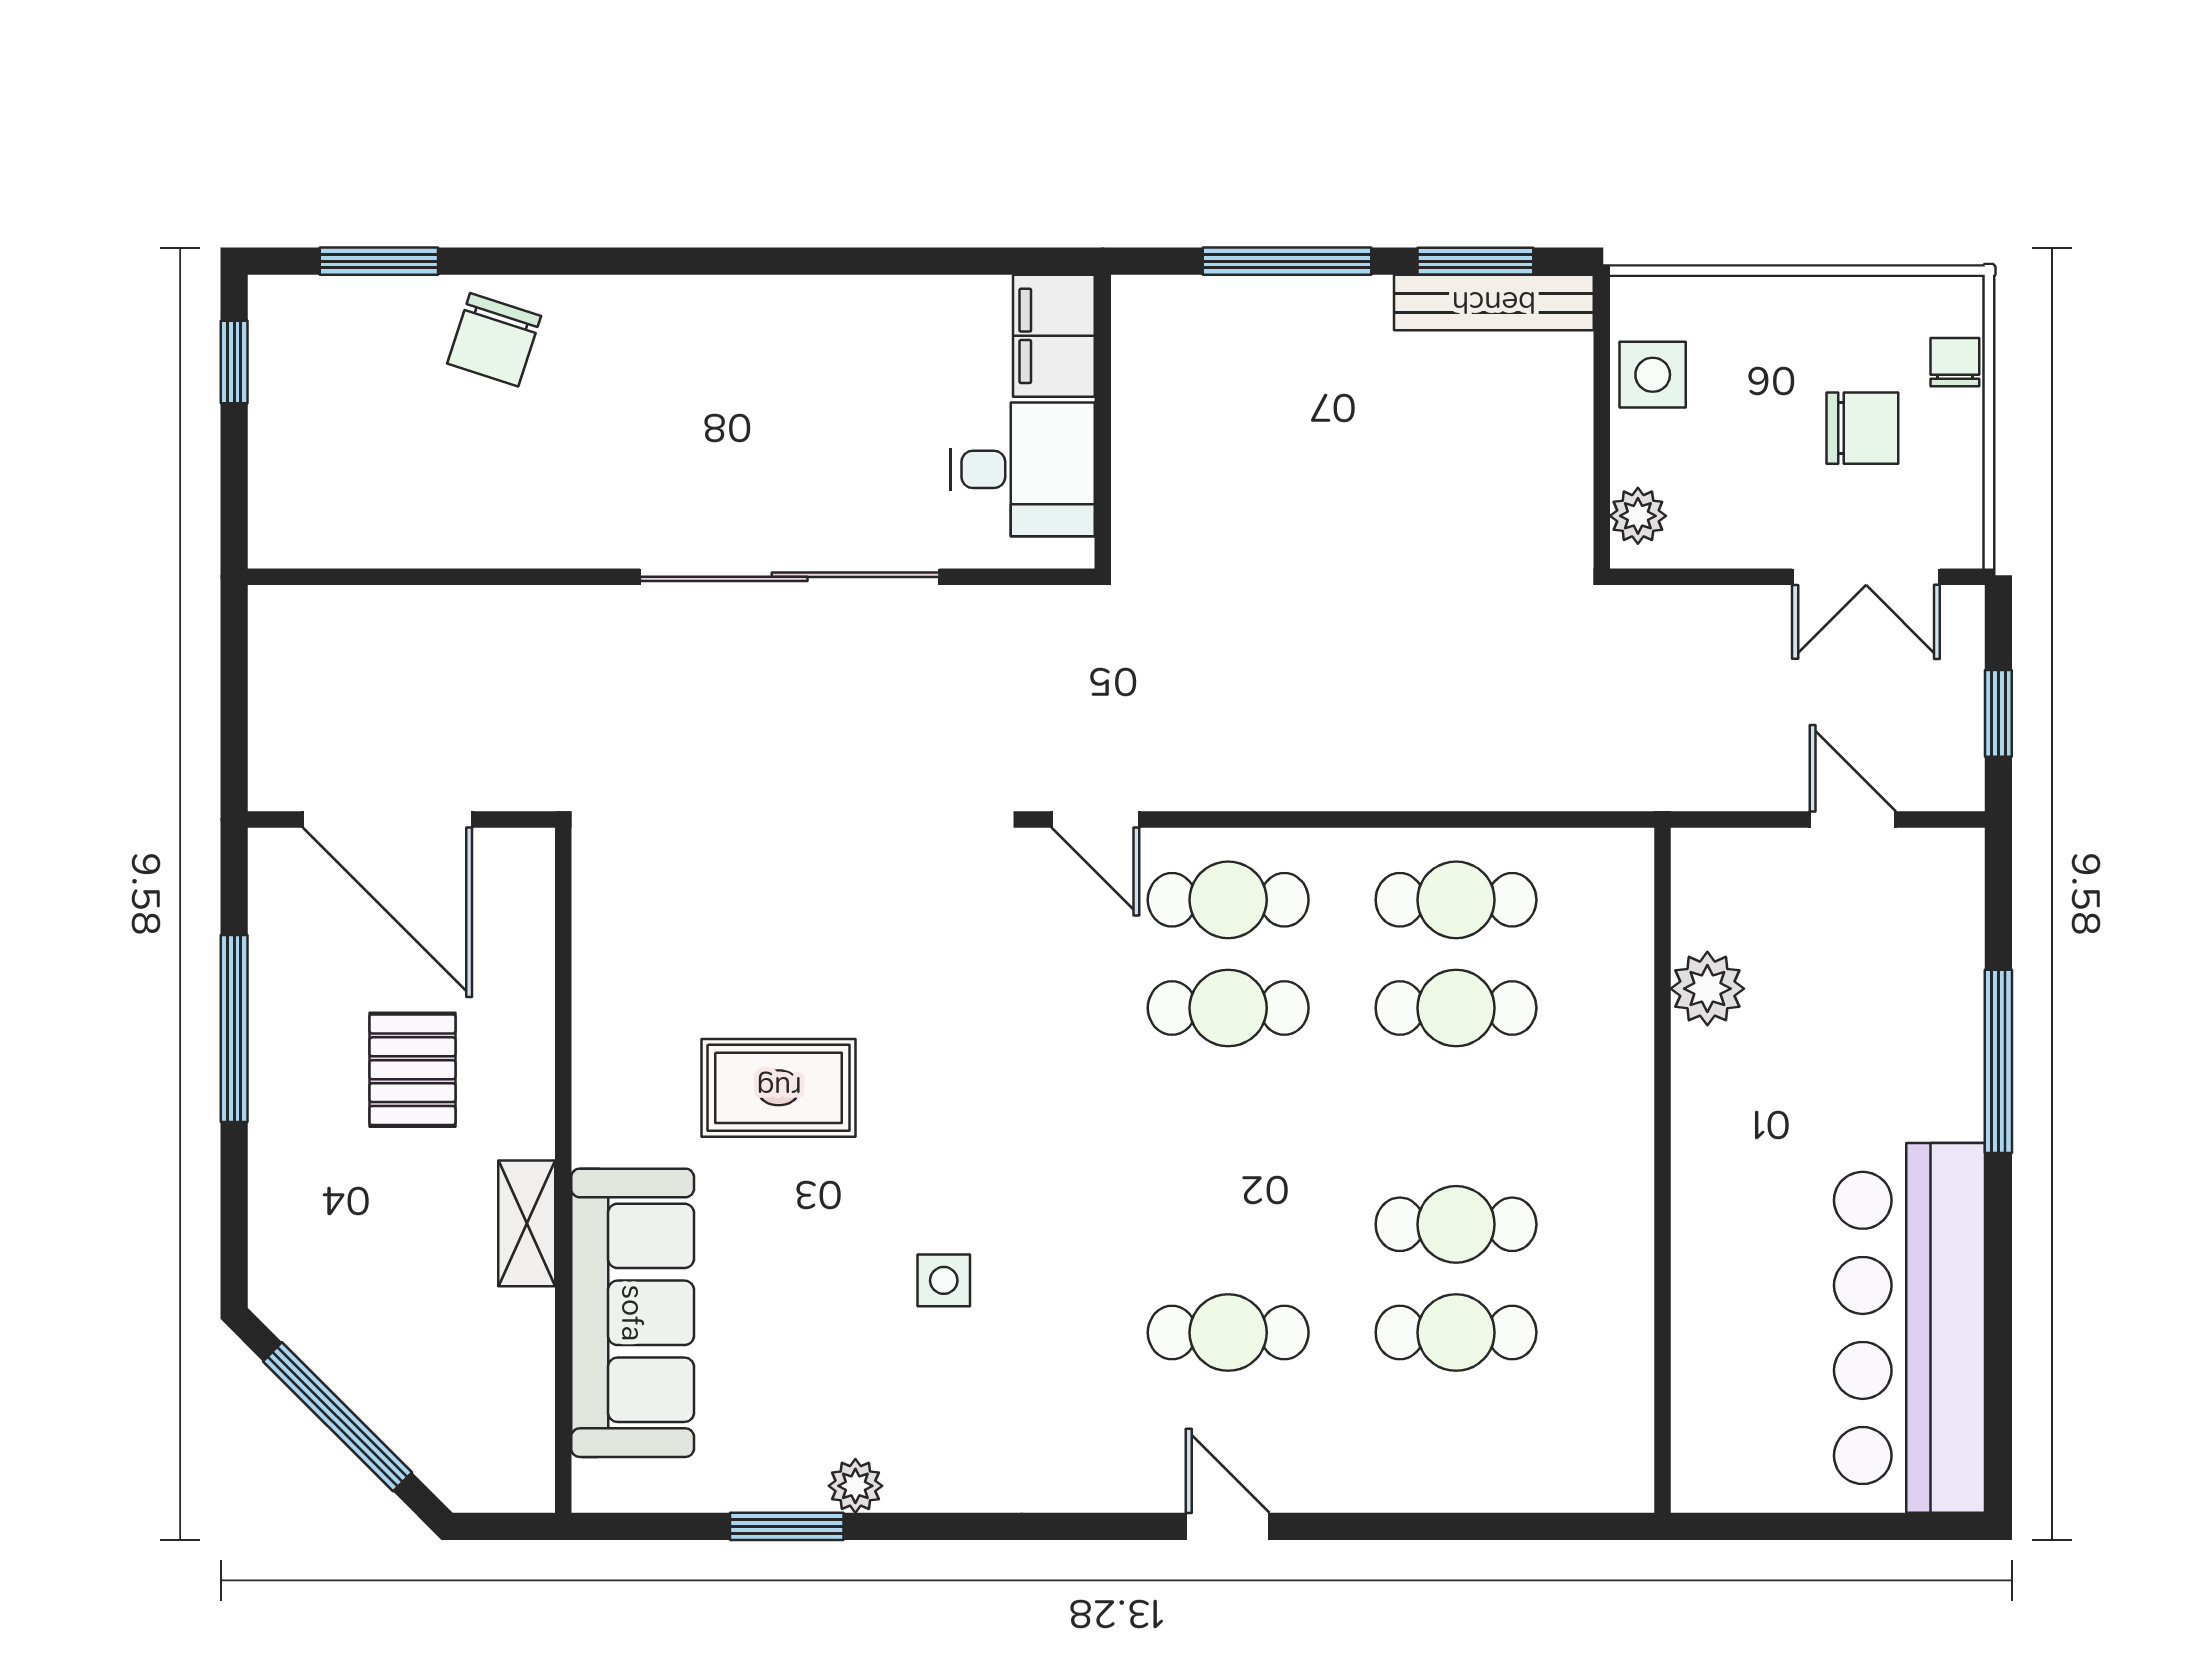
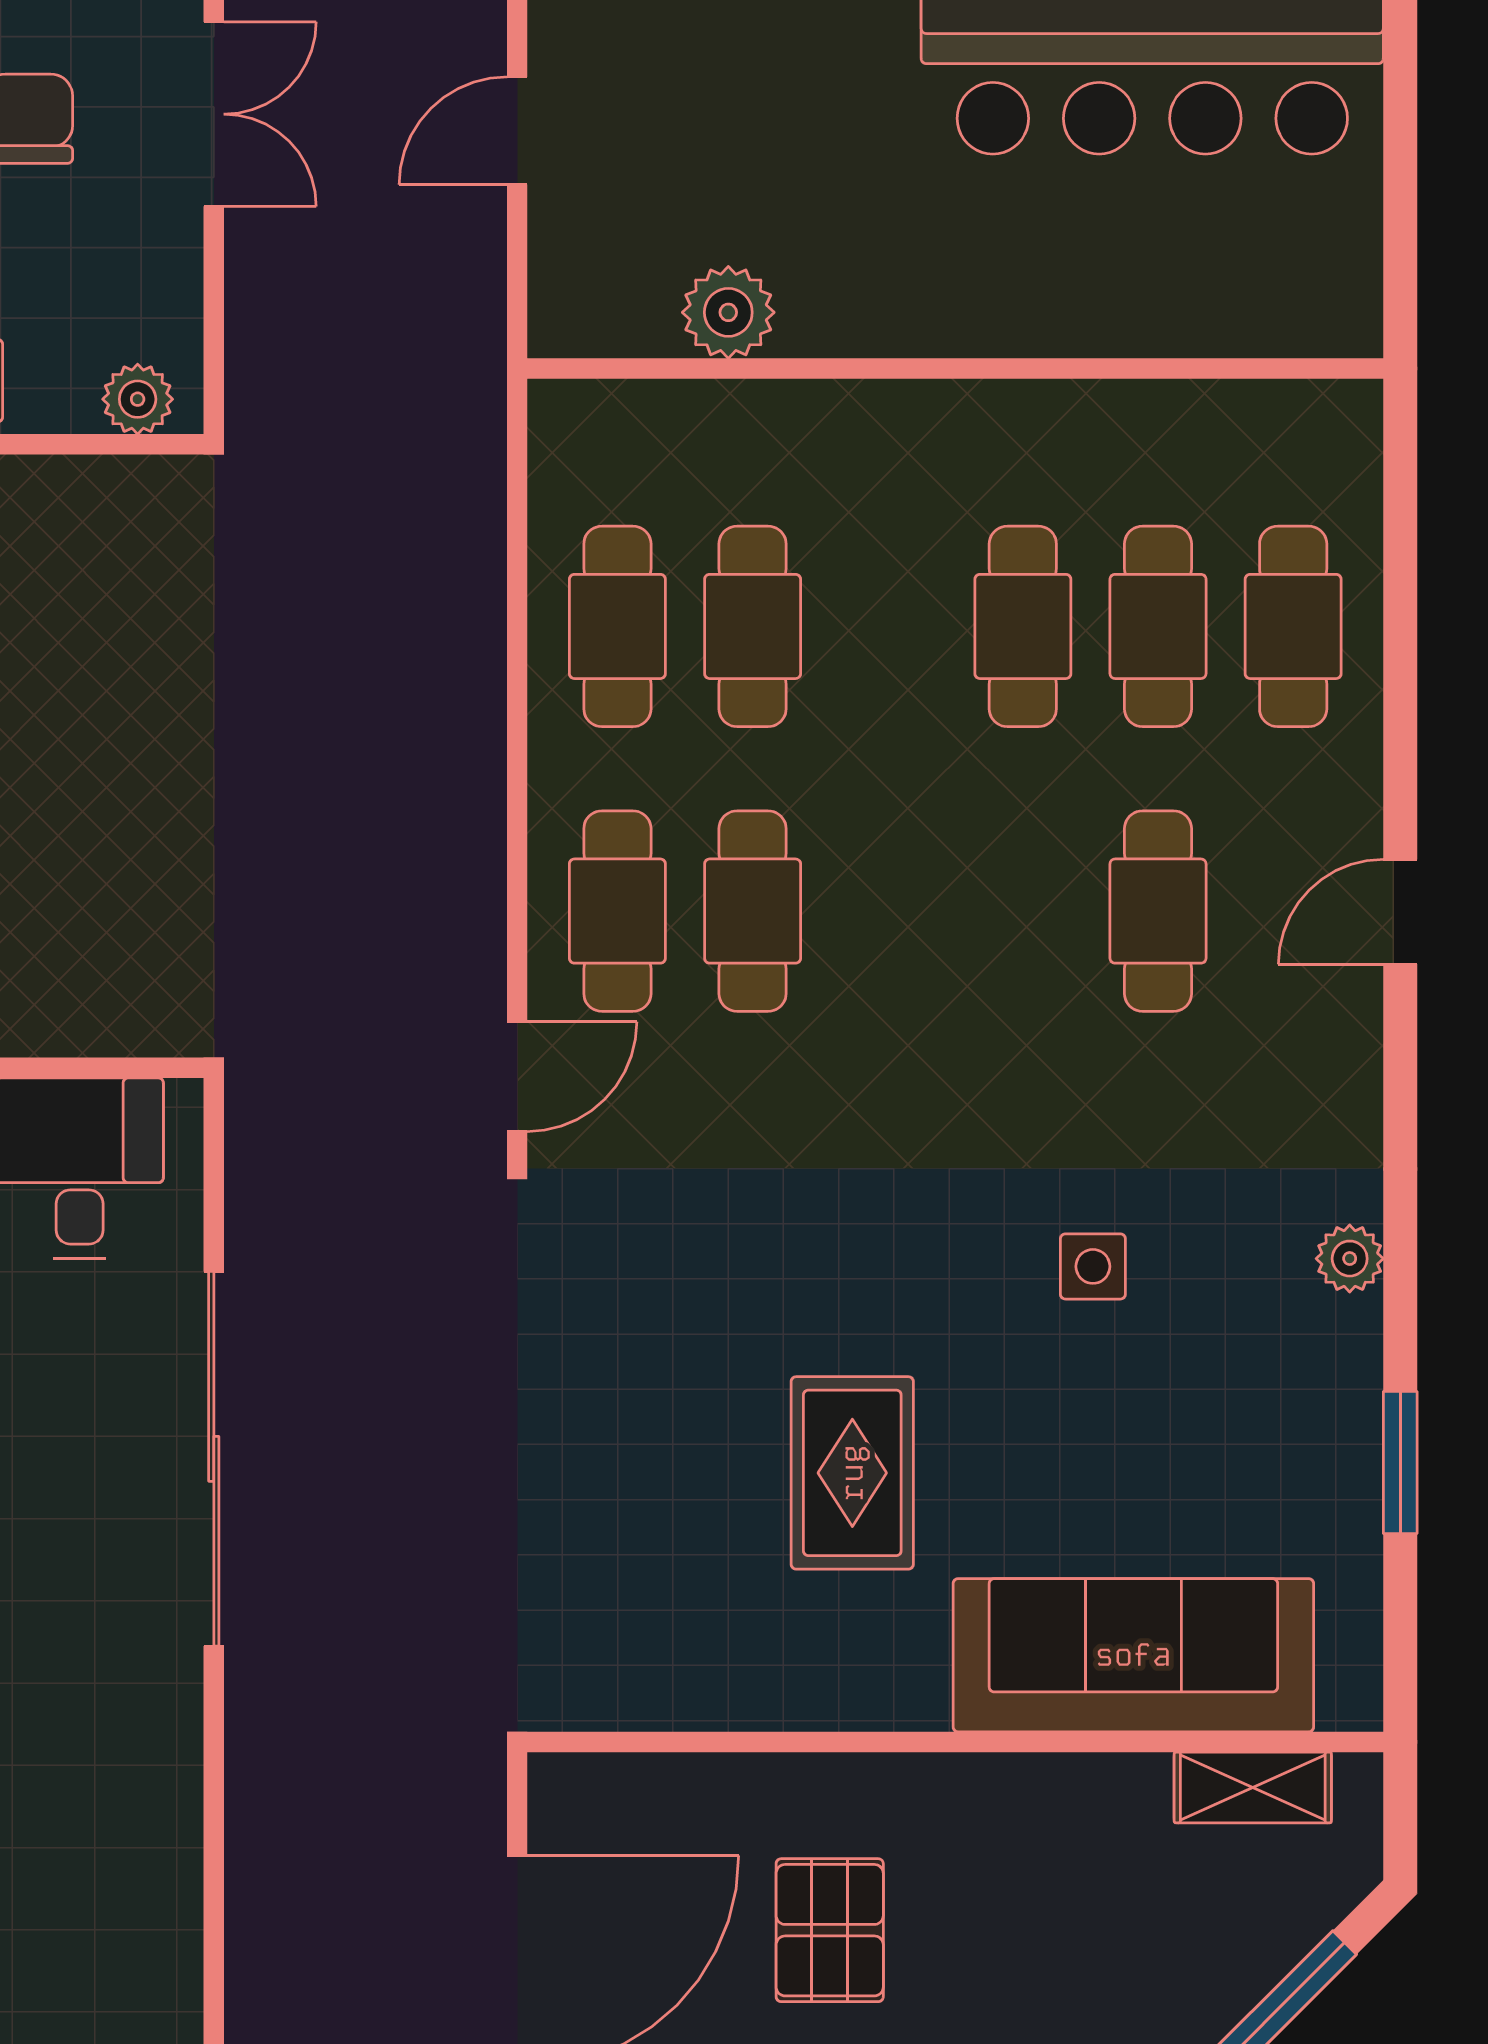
pallet: (412, 1070) -> (830, 1930), turned 90
shelving: (527, 1223) -> (1253, 1787), moved
cafe table: (1456, 1441) -> (1293, 626), added
plant: (855, 1486) -> (1350, 1259), moved

